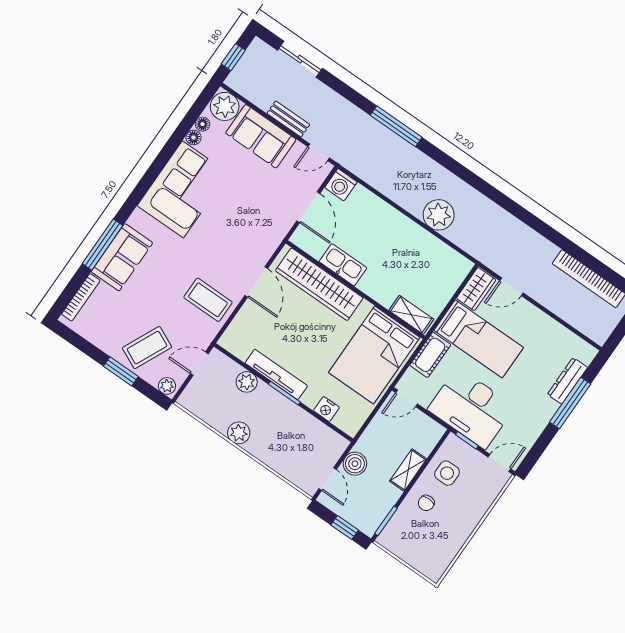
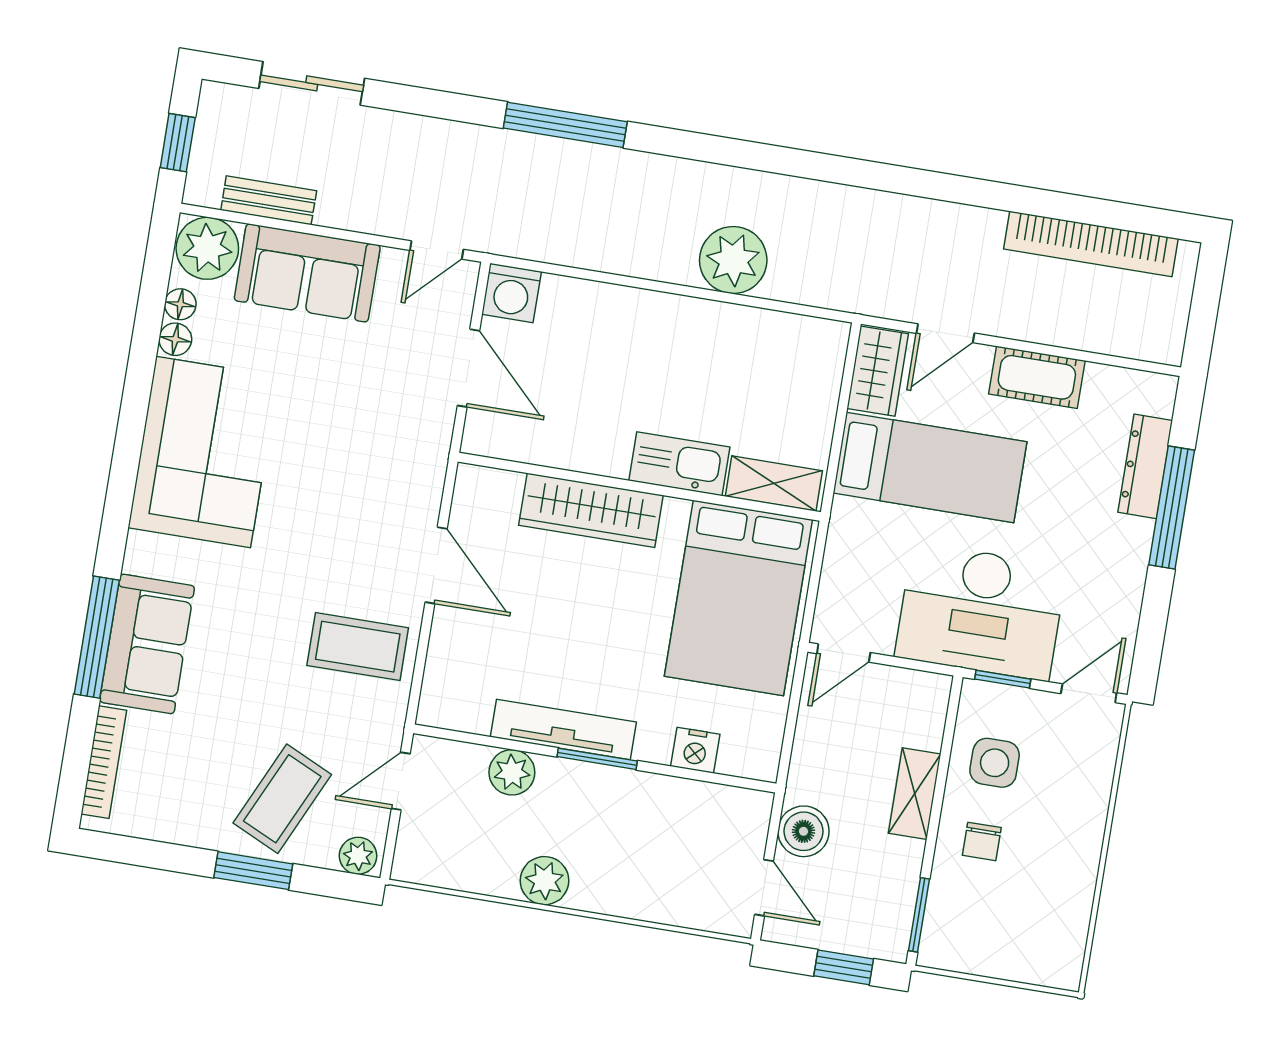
bench: (288, 119) -> (269, 200), moved
kitchen sink: (343, 265) -> (679, 464), moved
wardrobe: (319, 284) -> (591, 510), width x0.71, depth x0.85
cot: (430, 355) -> (1037, 377), moved, turned 90

